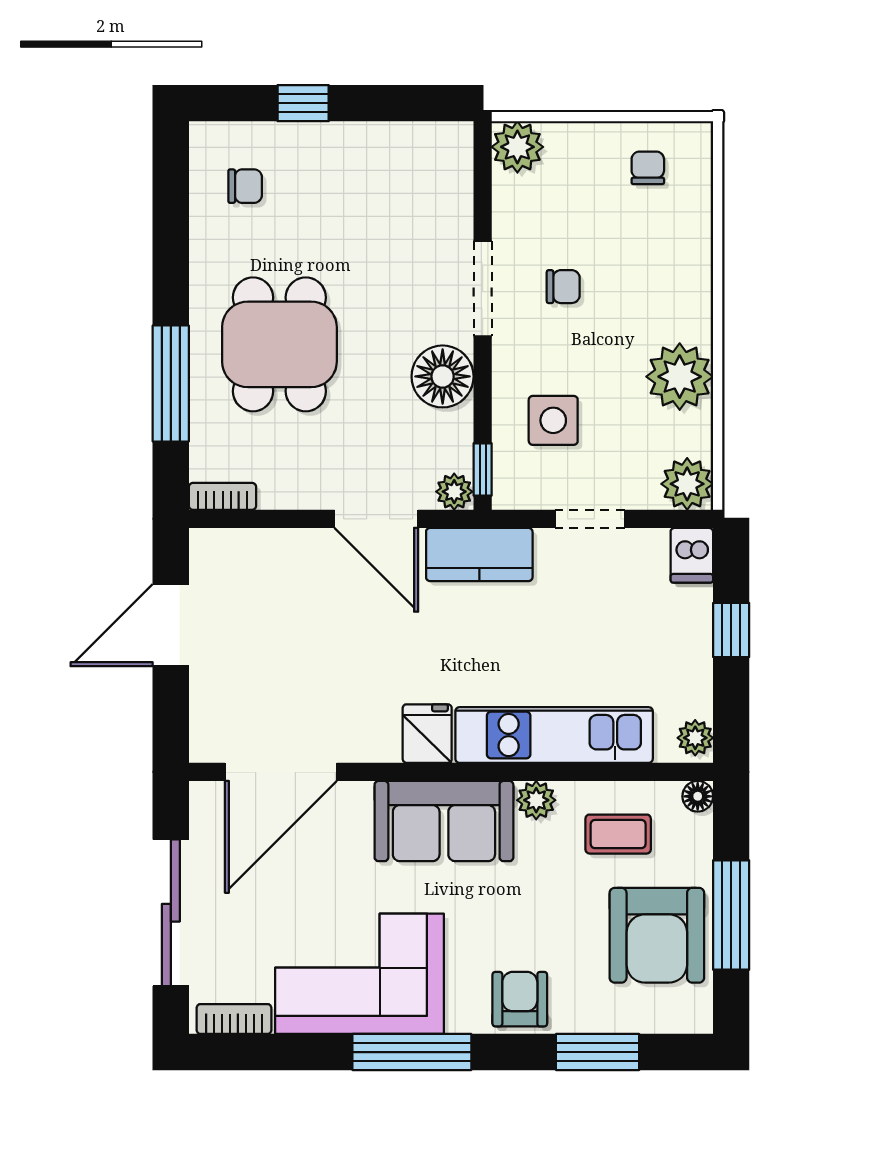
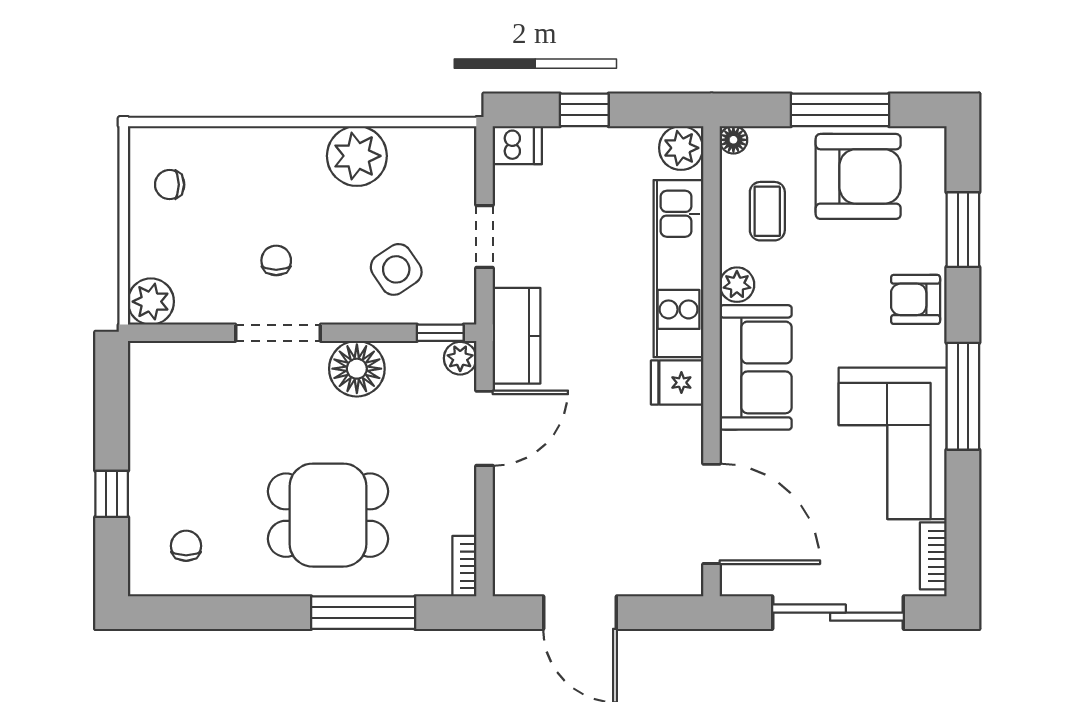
side table: (553, 420) -> (396, 269), turned -34
plant: (687, 484) -> (453, 149), removed
plant: (695, 738) -> (681, 148), width x1.38, depth x1.38

